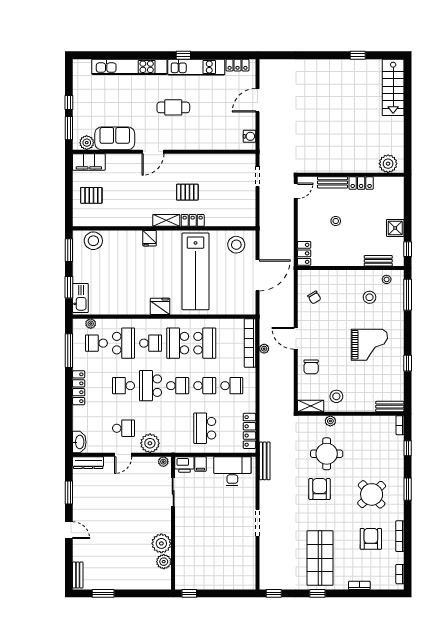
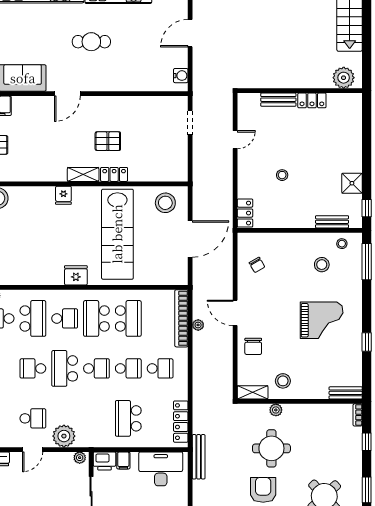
plant: (388, 164) -> (344, 78), moved
wall: (351, 175) -> (300, 91), moved
bench: (333, 182) -> (278, 100), moved
locker: (361, 183) -> (312, 100), moved

